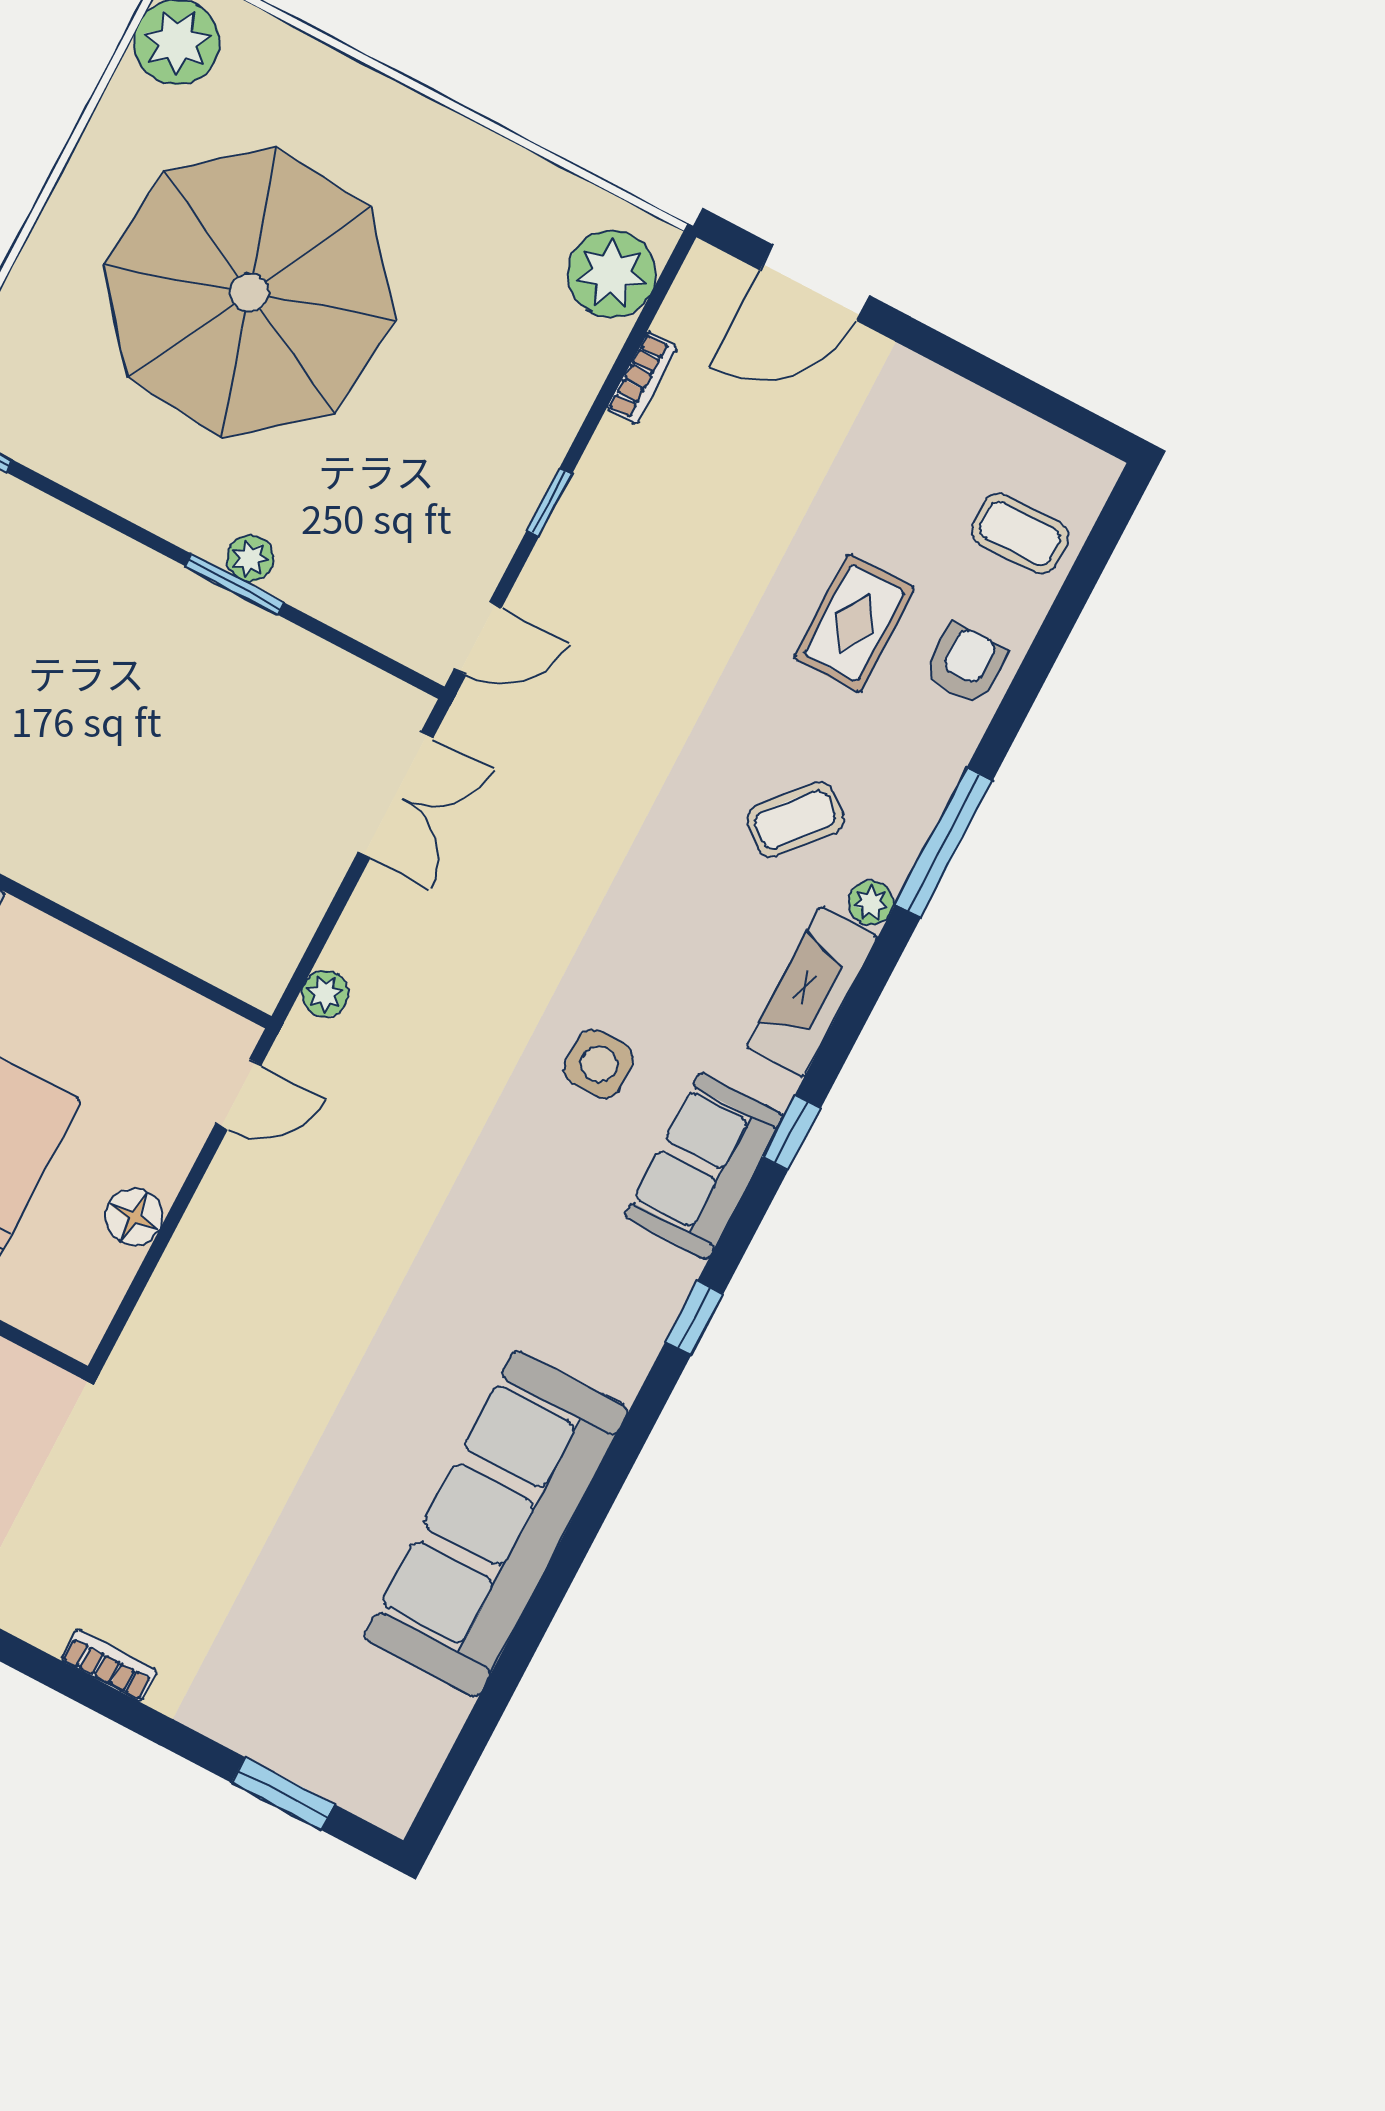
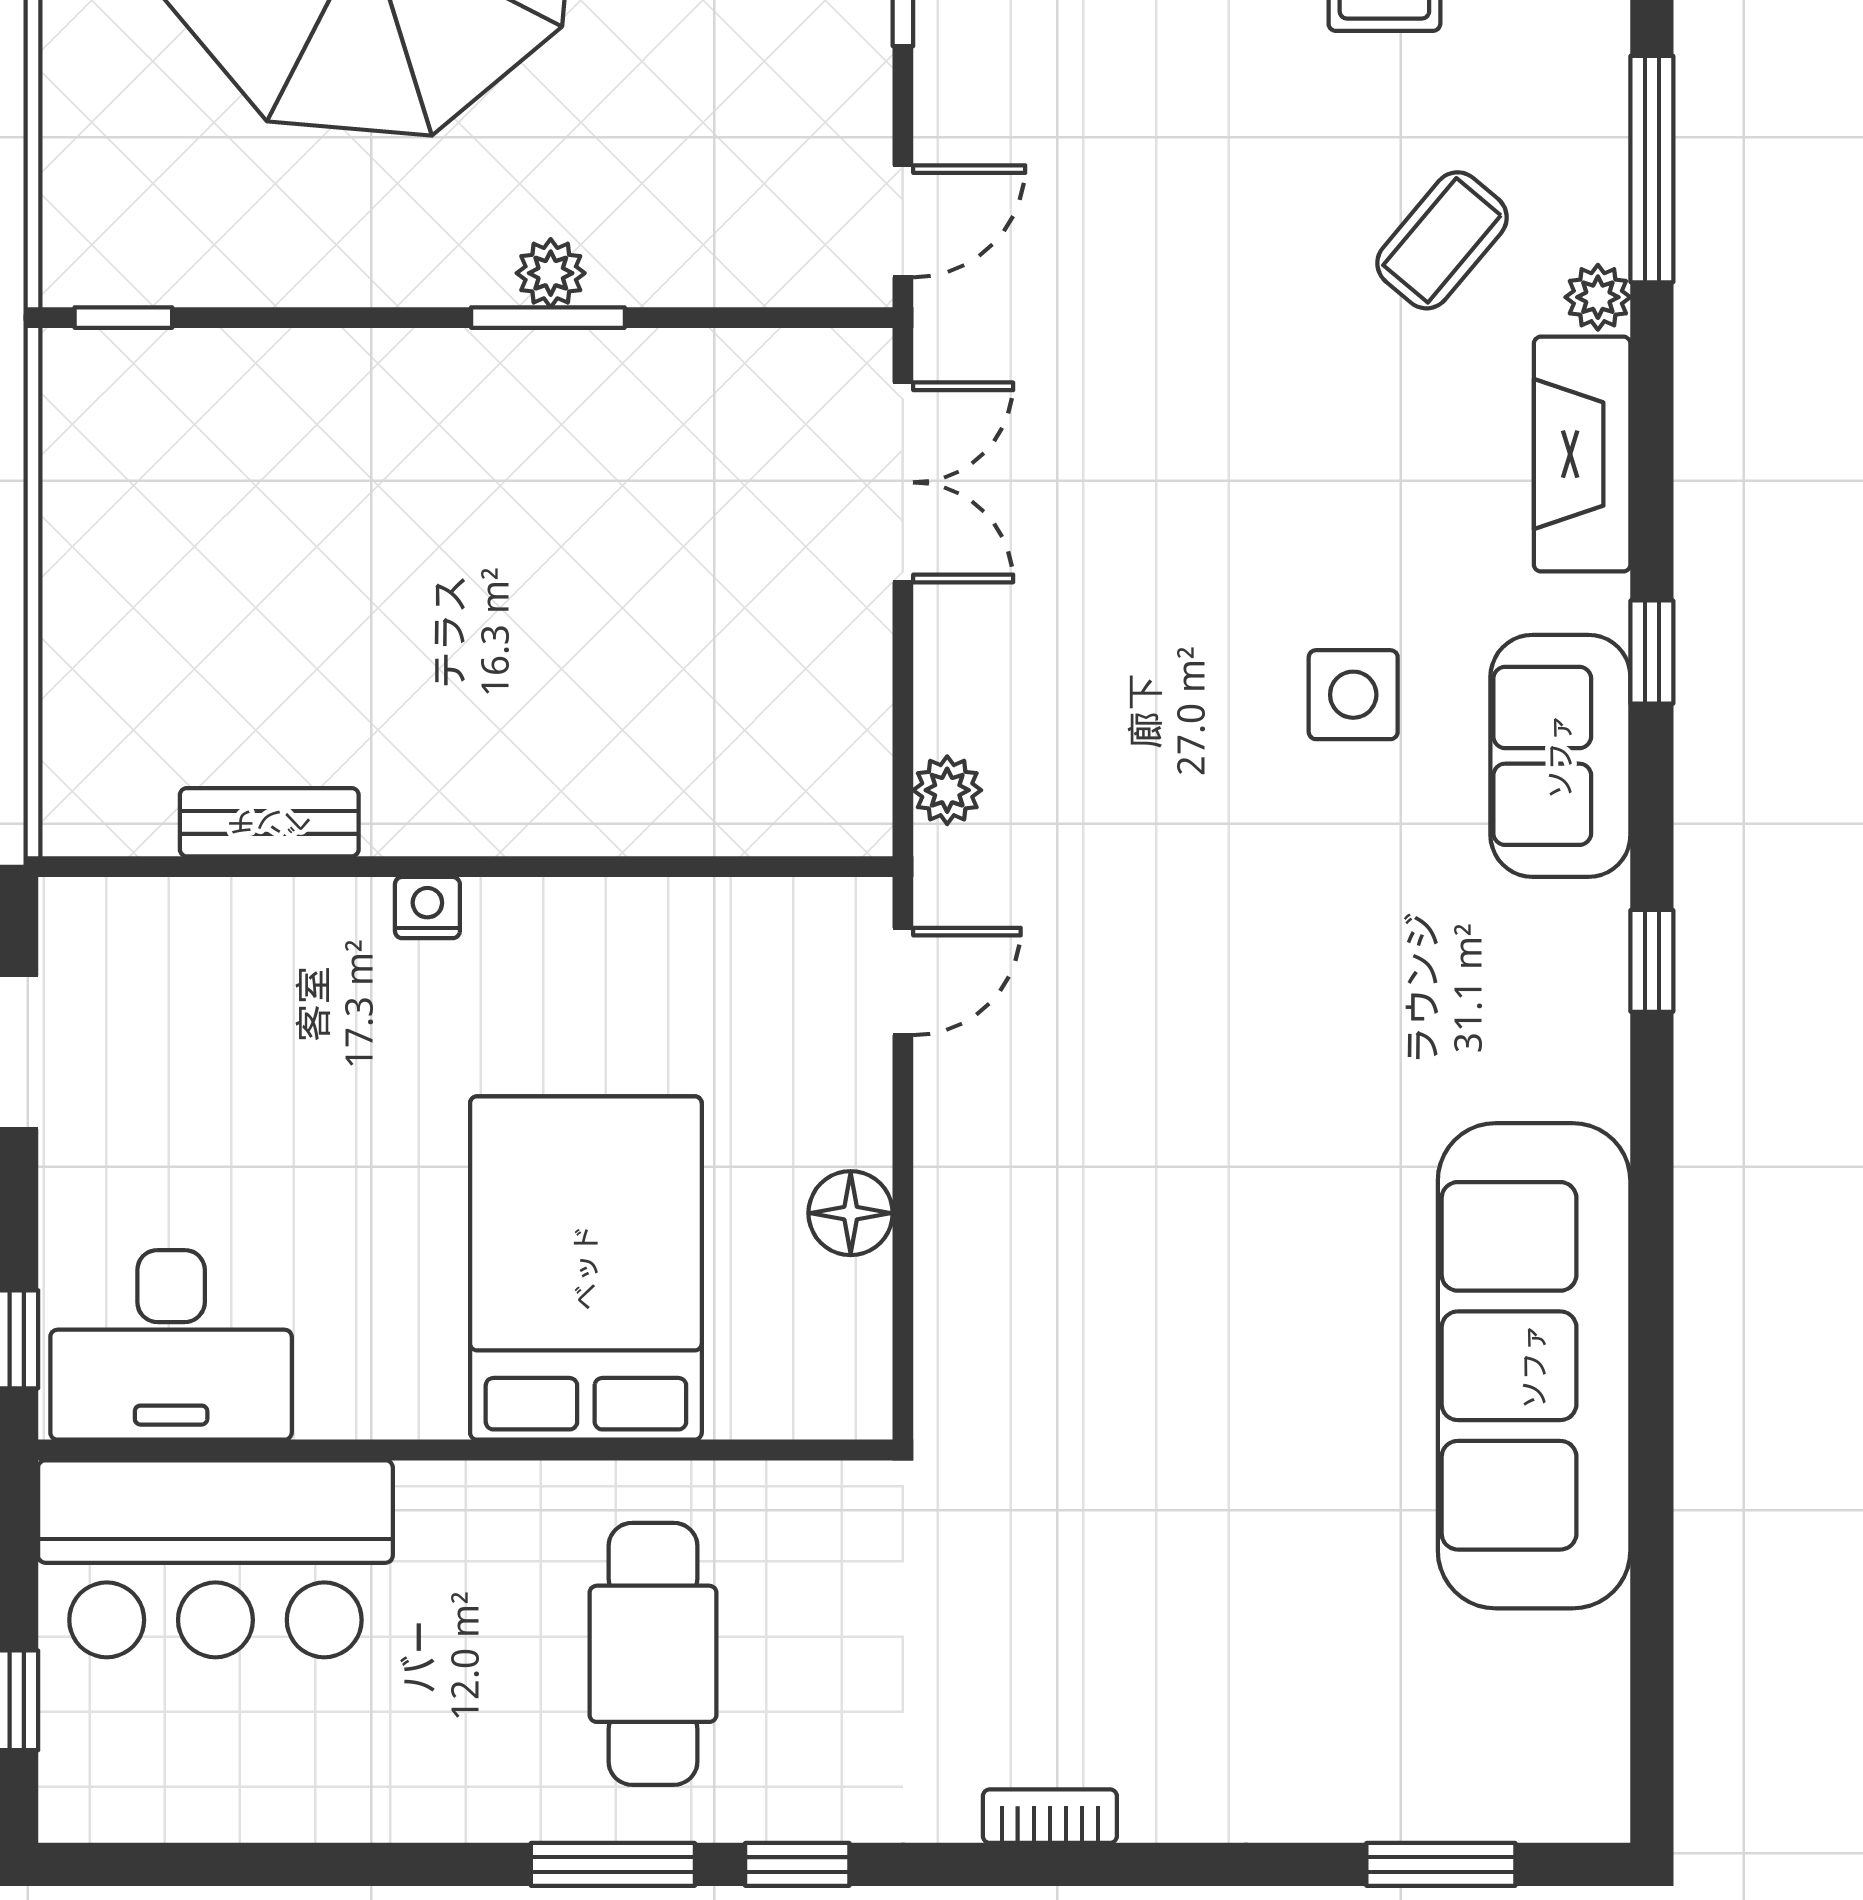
bookcase: (109, 1665) -> (1050, 1816), moved

